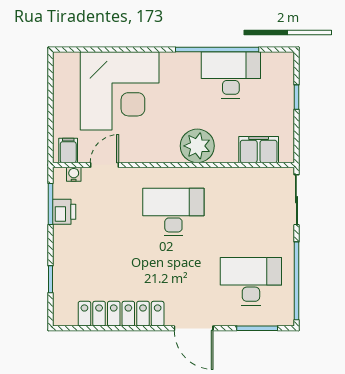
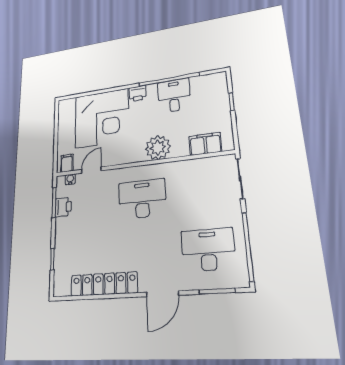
printer: (173, 63) -> (138, 93), added
desk: (231, 75) -> (174, 95), width x0.73
door: (194, 328) -> (162, 294), hinge flipped

